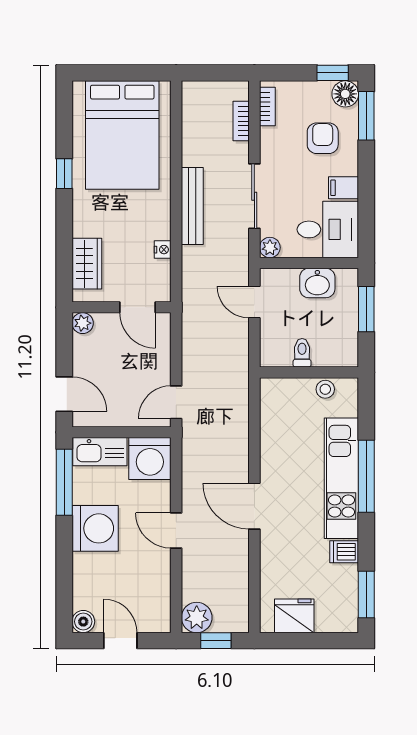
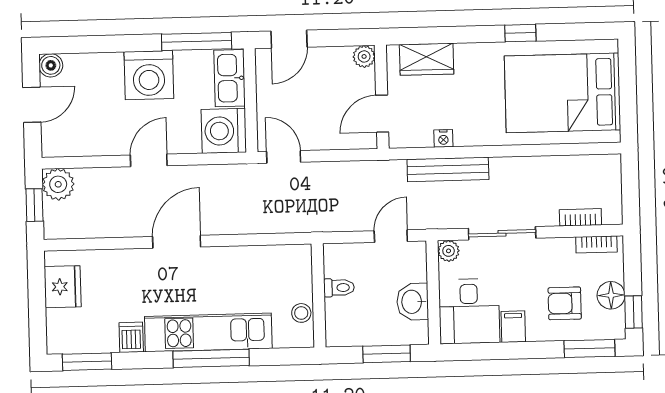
floor lamp: (345, 94) -> (611, 295), moved
armchair: (323, 138) -> (565, 303), turned 180
bench: (192, 206) -> (448, 169), moved

